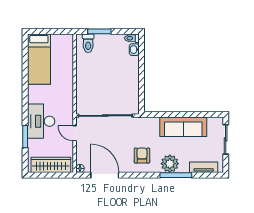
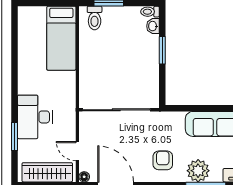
bed: (39, 59) -> (61, 38), moved
window: (141, 69) -> (162, 50), added
door: (75, 133) -> (77, 151), moved

